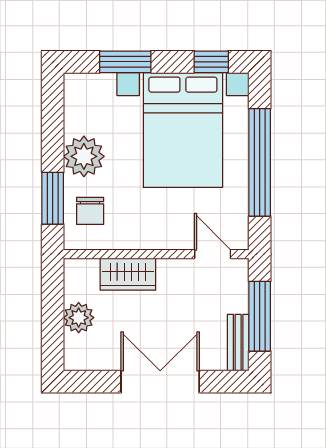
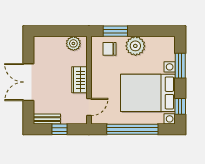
wardrobe: (128, 274) -> (79, 80), moved
window: (260, 316) -> (59, 129), width x0.46
plant: (79, 318) -> (73, 43), moved
double door: (160, 382) -> (28, 82), swing flipped

